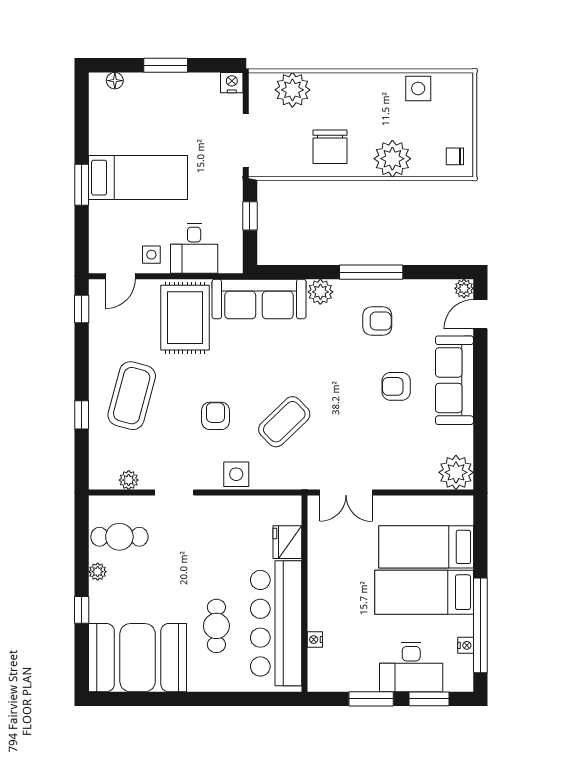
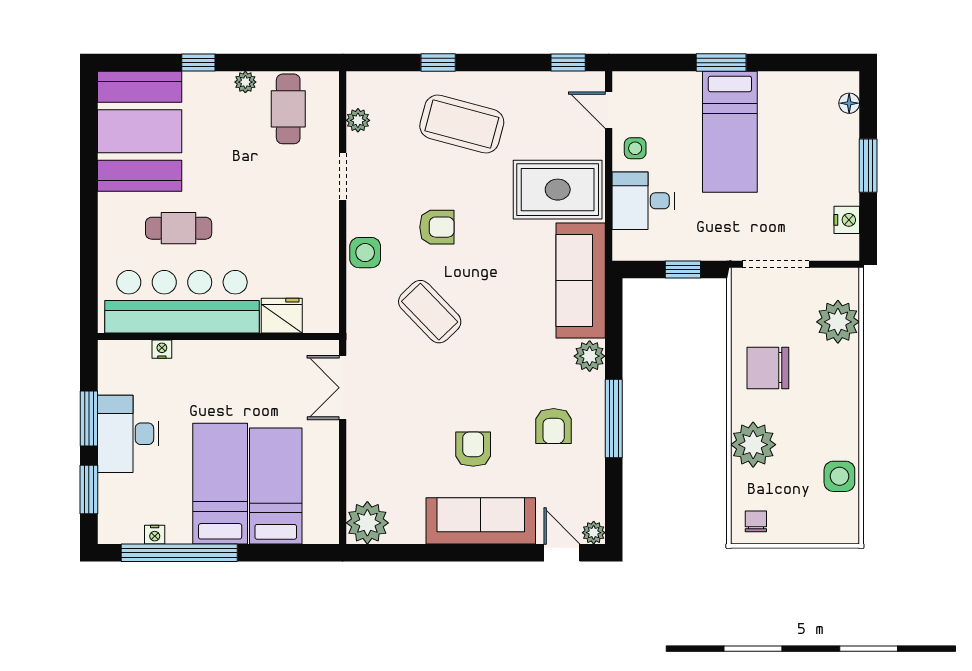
nightstand: (232, 83) -> (847, 220), moved
desk: (411, 667) -> (128, 434), moved

